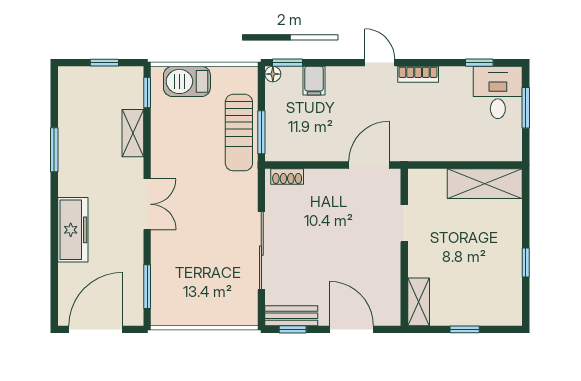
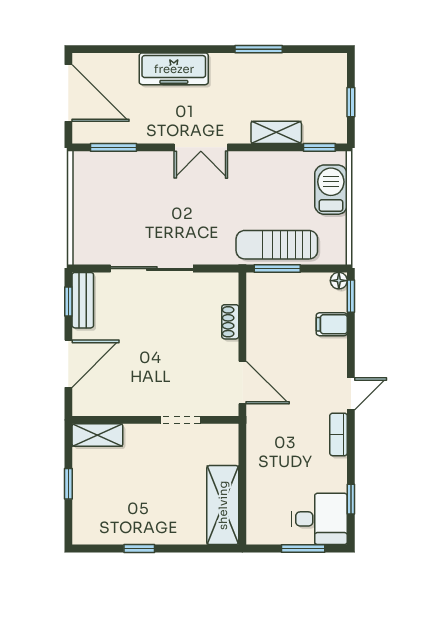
shoe rack: (287, 176) -> (230, 322), moved

